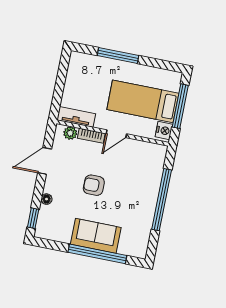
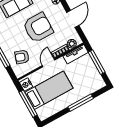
window: (59, 87) -> (97, 62), added
armchair: (141, 167) -> (22, 57), added
armchair: (94, 185) -> (38, 28), width x1.88, depth x1.88

